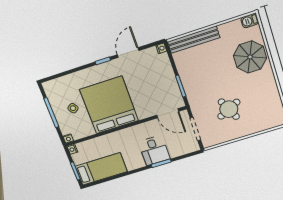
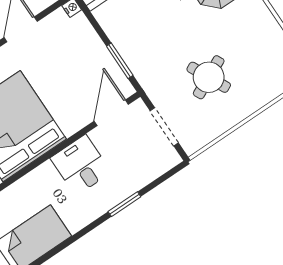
door: (168, 113) -> (111, 113), swing flipped
desk: (154, 150) -> (81, 165), moved, turned 180

